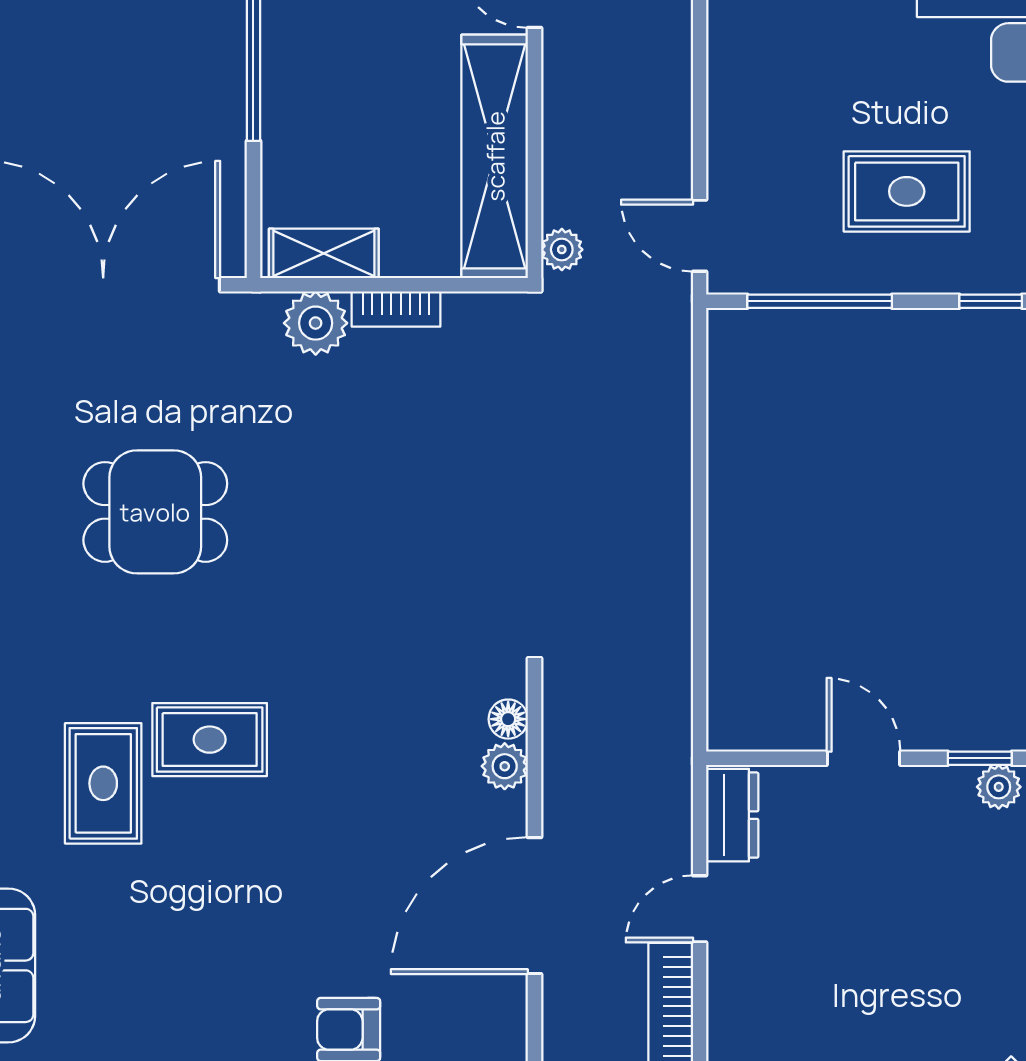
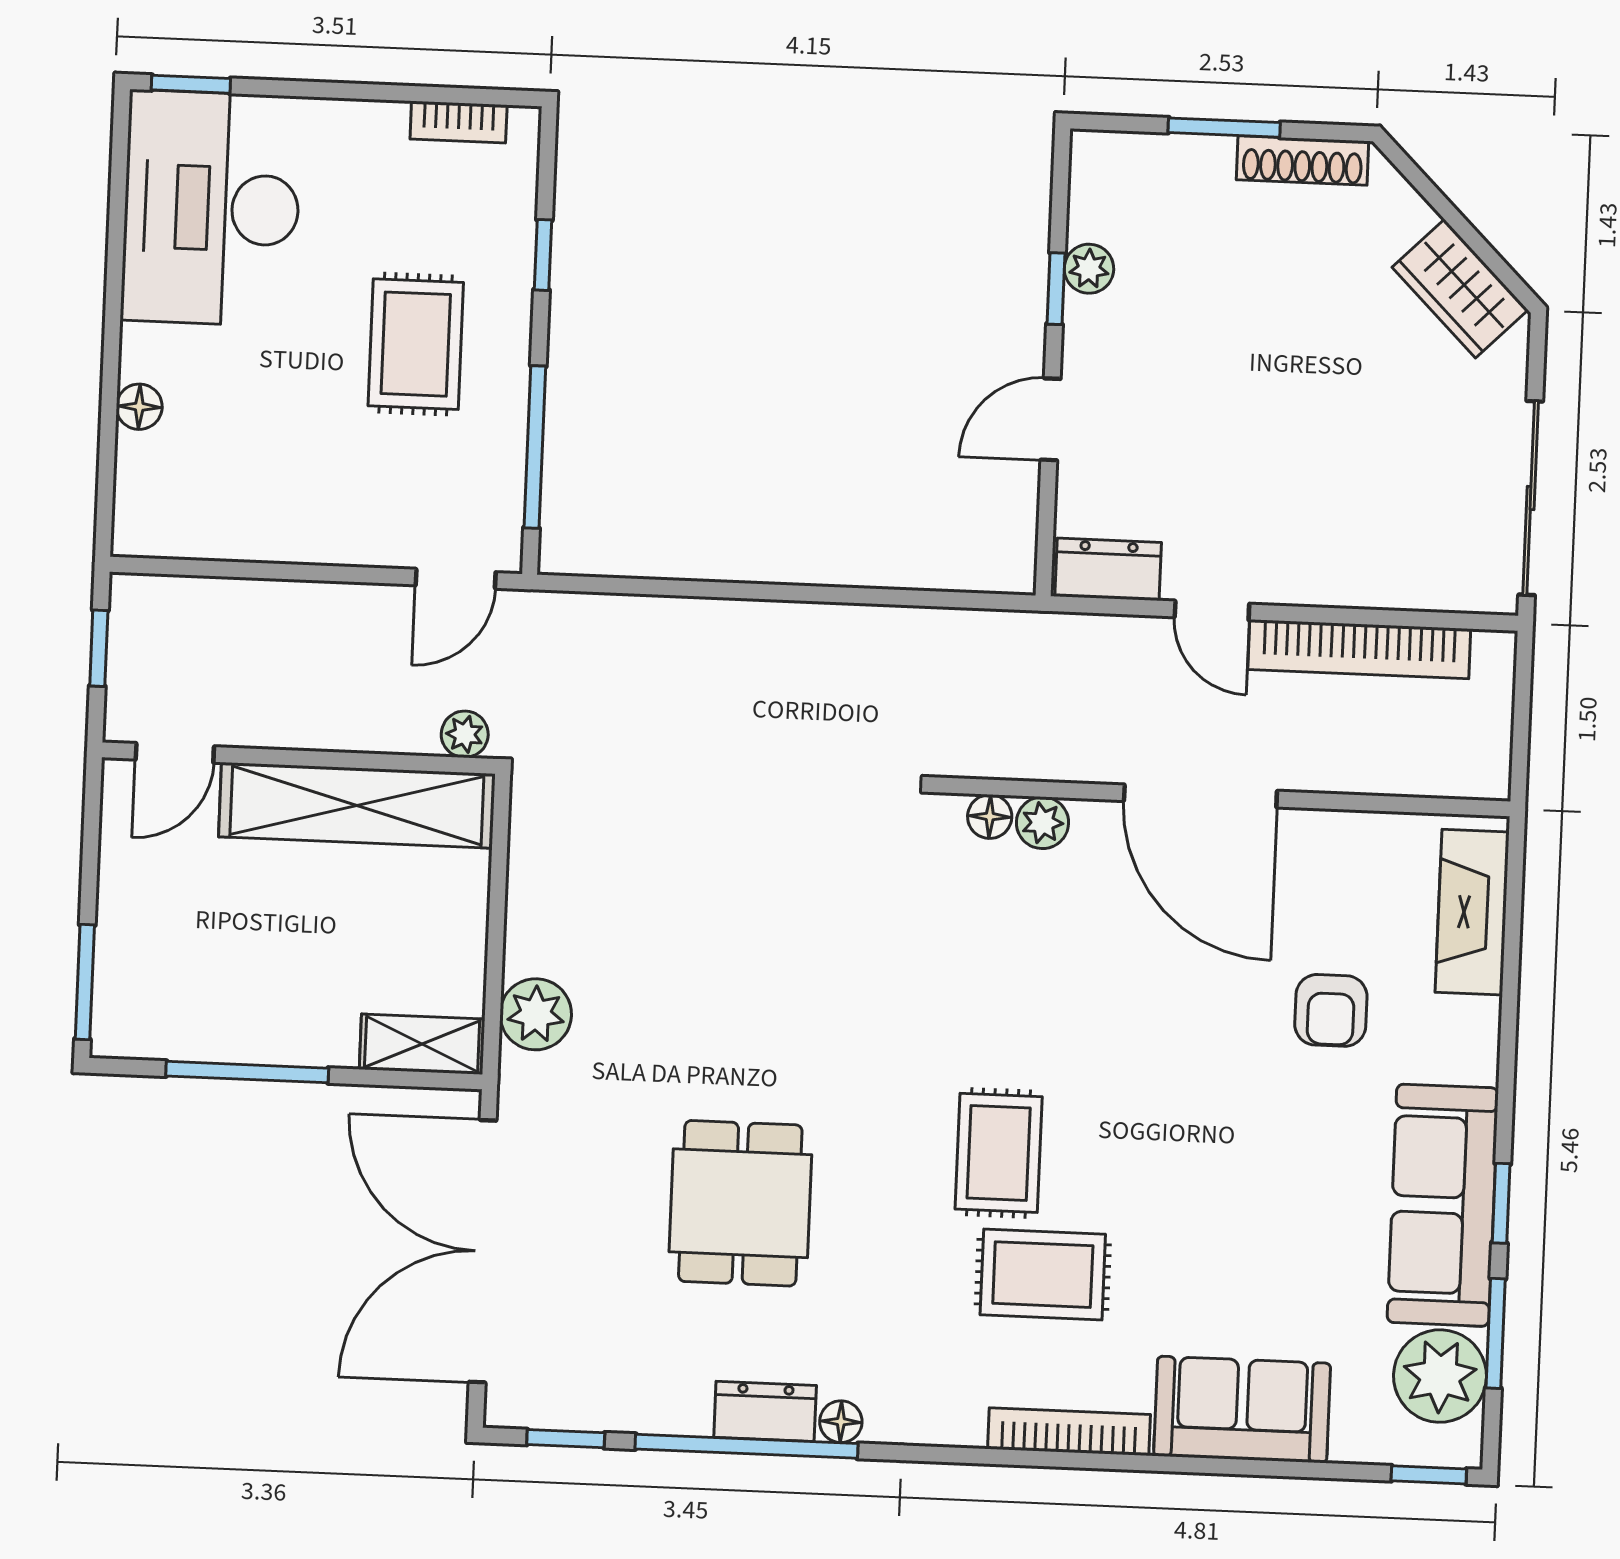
shelving: (324, 253) -> (422, 1044), moved, turned 90
bookcase: (396, 309) -> (524, 923), removed

